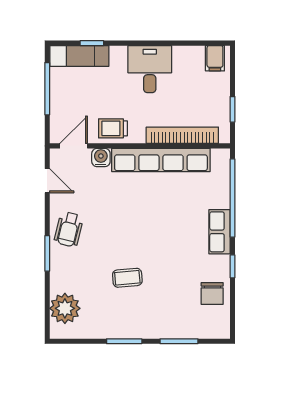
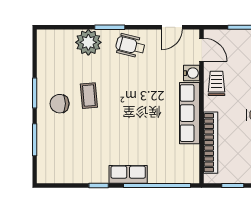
row of seats: (161, 160) -> (189, 113), width x0.73
chair: (212, 294) -> (60, 104), moved
plant: (65, 308) -> (88, 42), moved

